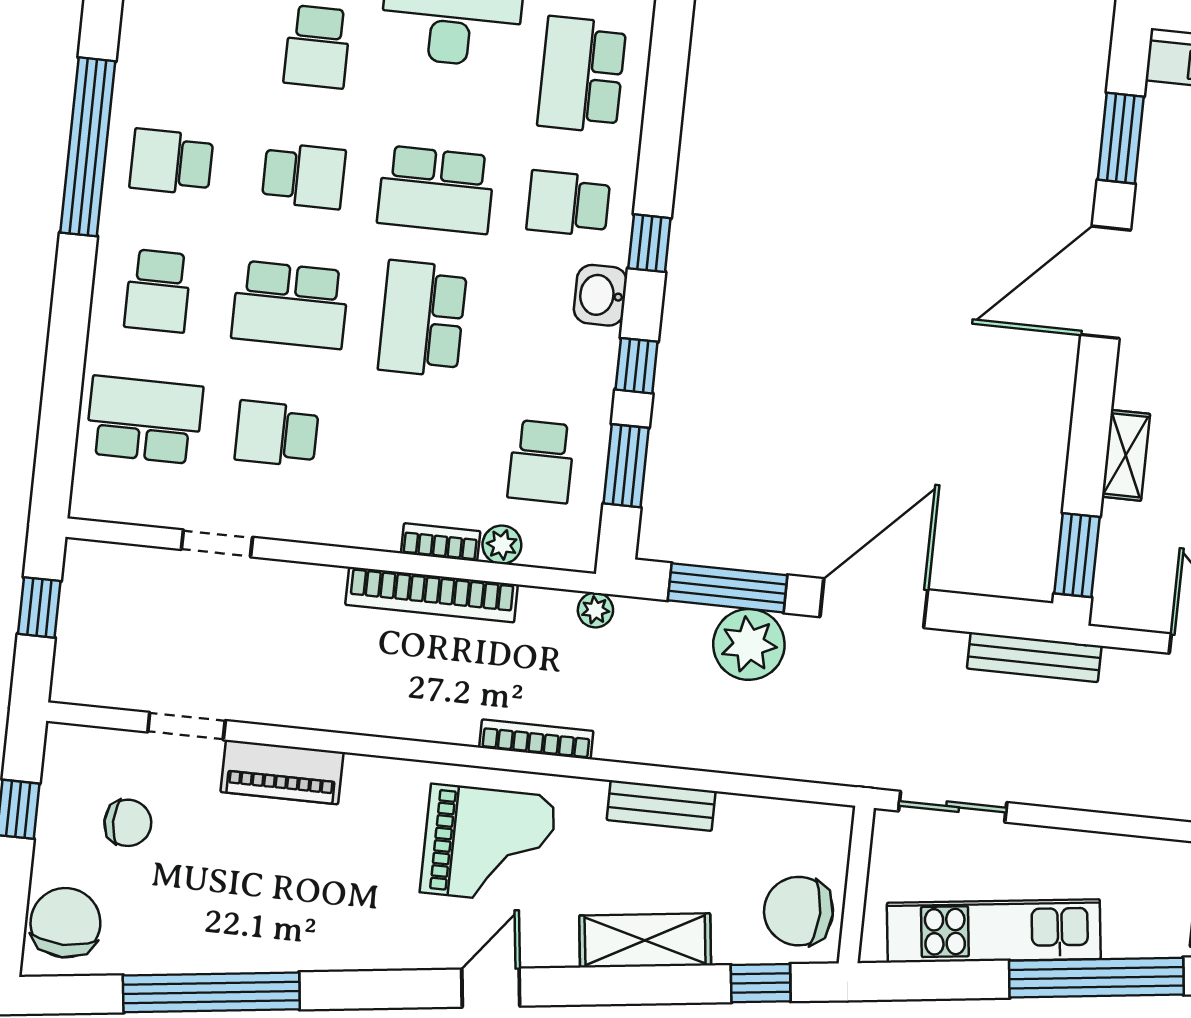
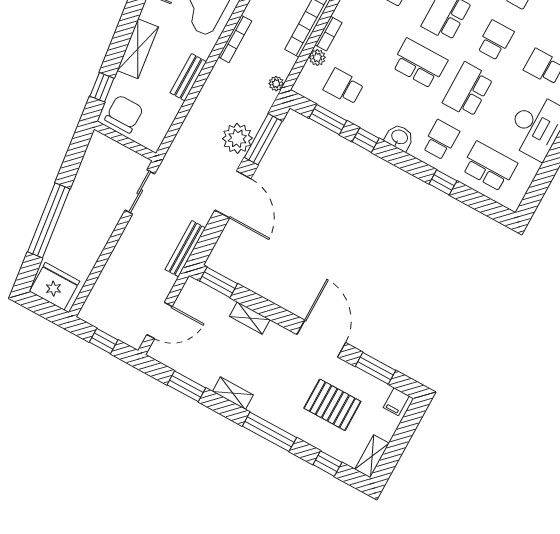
school desk: (304, 176) -> (495, 40), turned 180
window: (649, 243) -> (443, 182), moved
kitchen unit: (994, 931) -> (84, 188), removed

